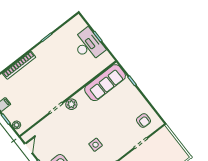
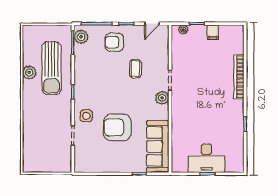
armchair: (144, 120) -> (117, 127), moved, width x1.88, depth x1.88
coffee table: (66, 136) -> (135, 69), added
side table: (96, 145) -> (86, 116), moved
door: (28, 148) -> (152, 24), hinge flipped

